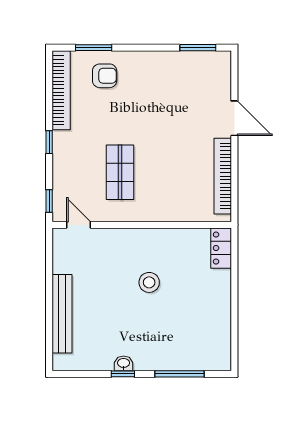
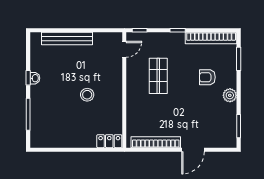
plant: (150, 61) -> (230, 95), added
armchair: (105, 76) -> (207, 77), moved, turned 90
shop shelf: (120, 172) -> (158, 76), turned 90

